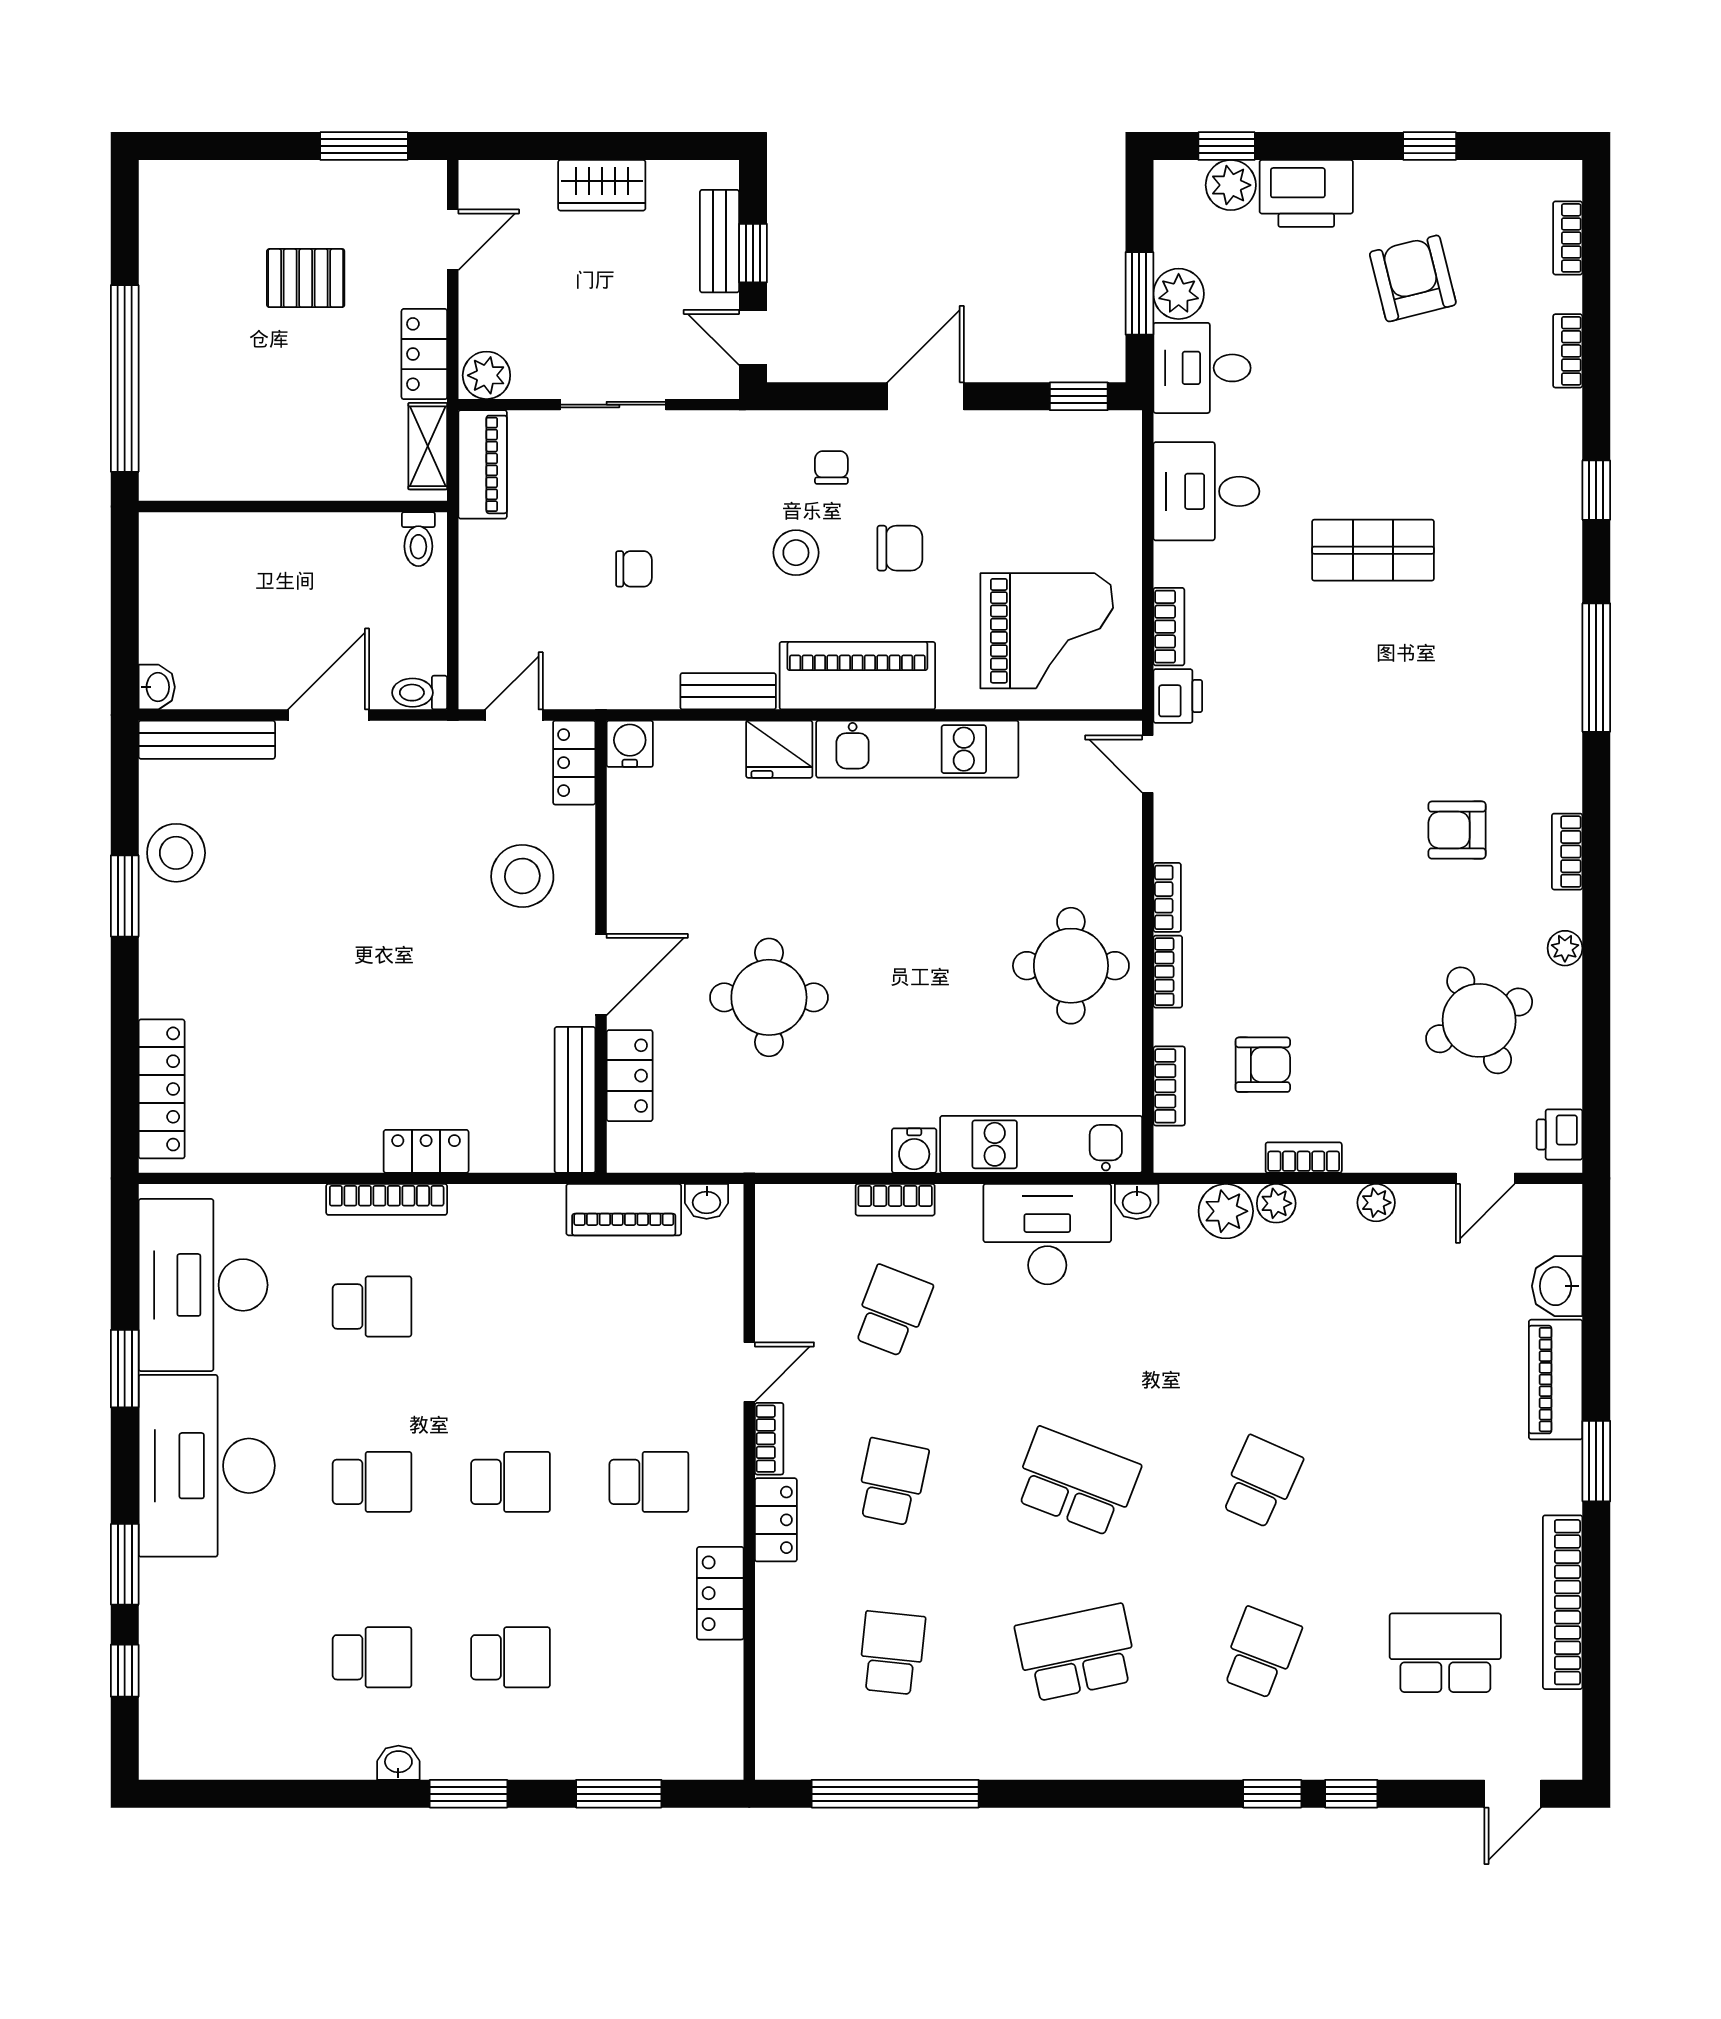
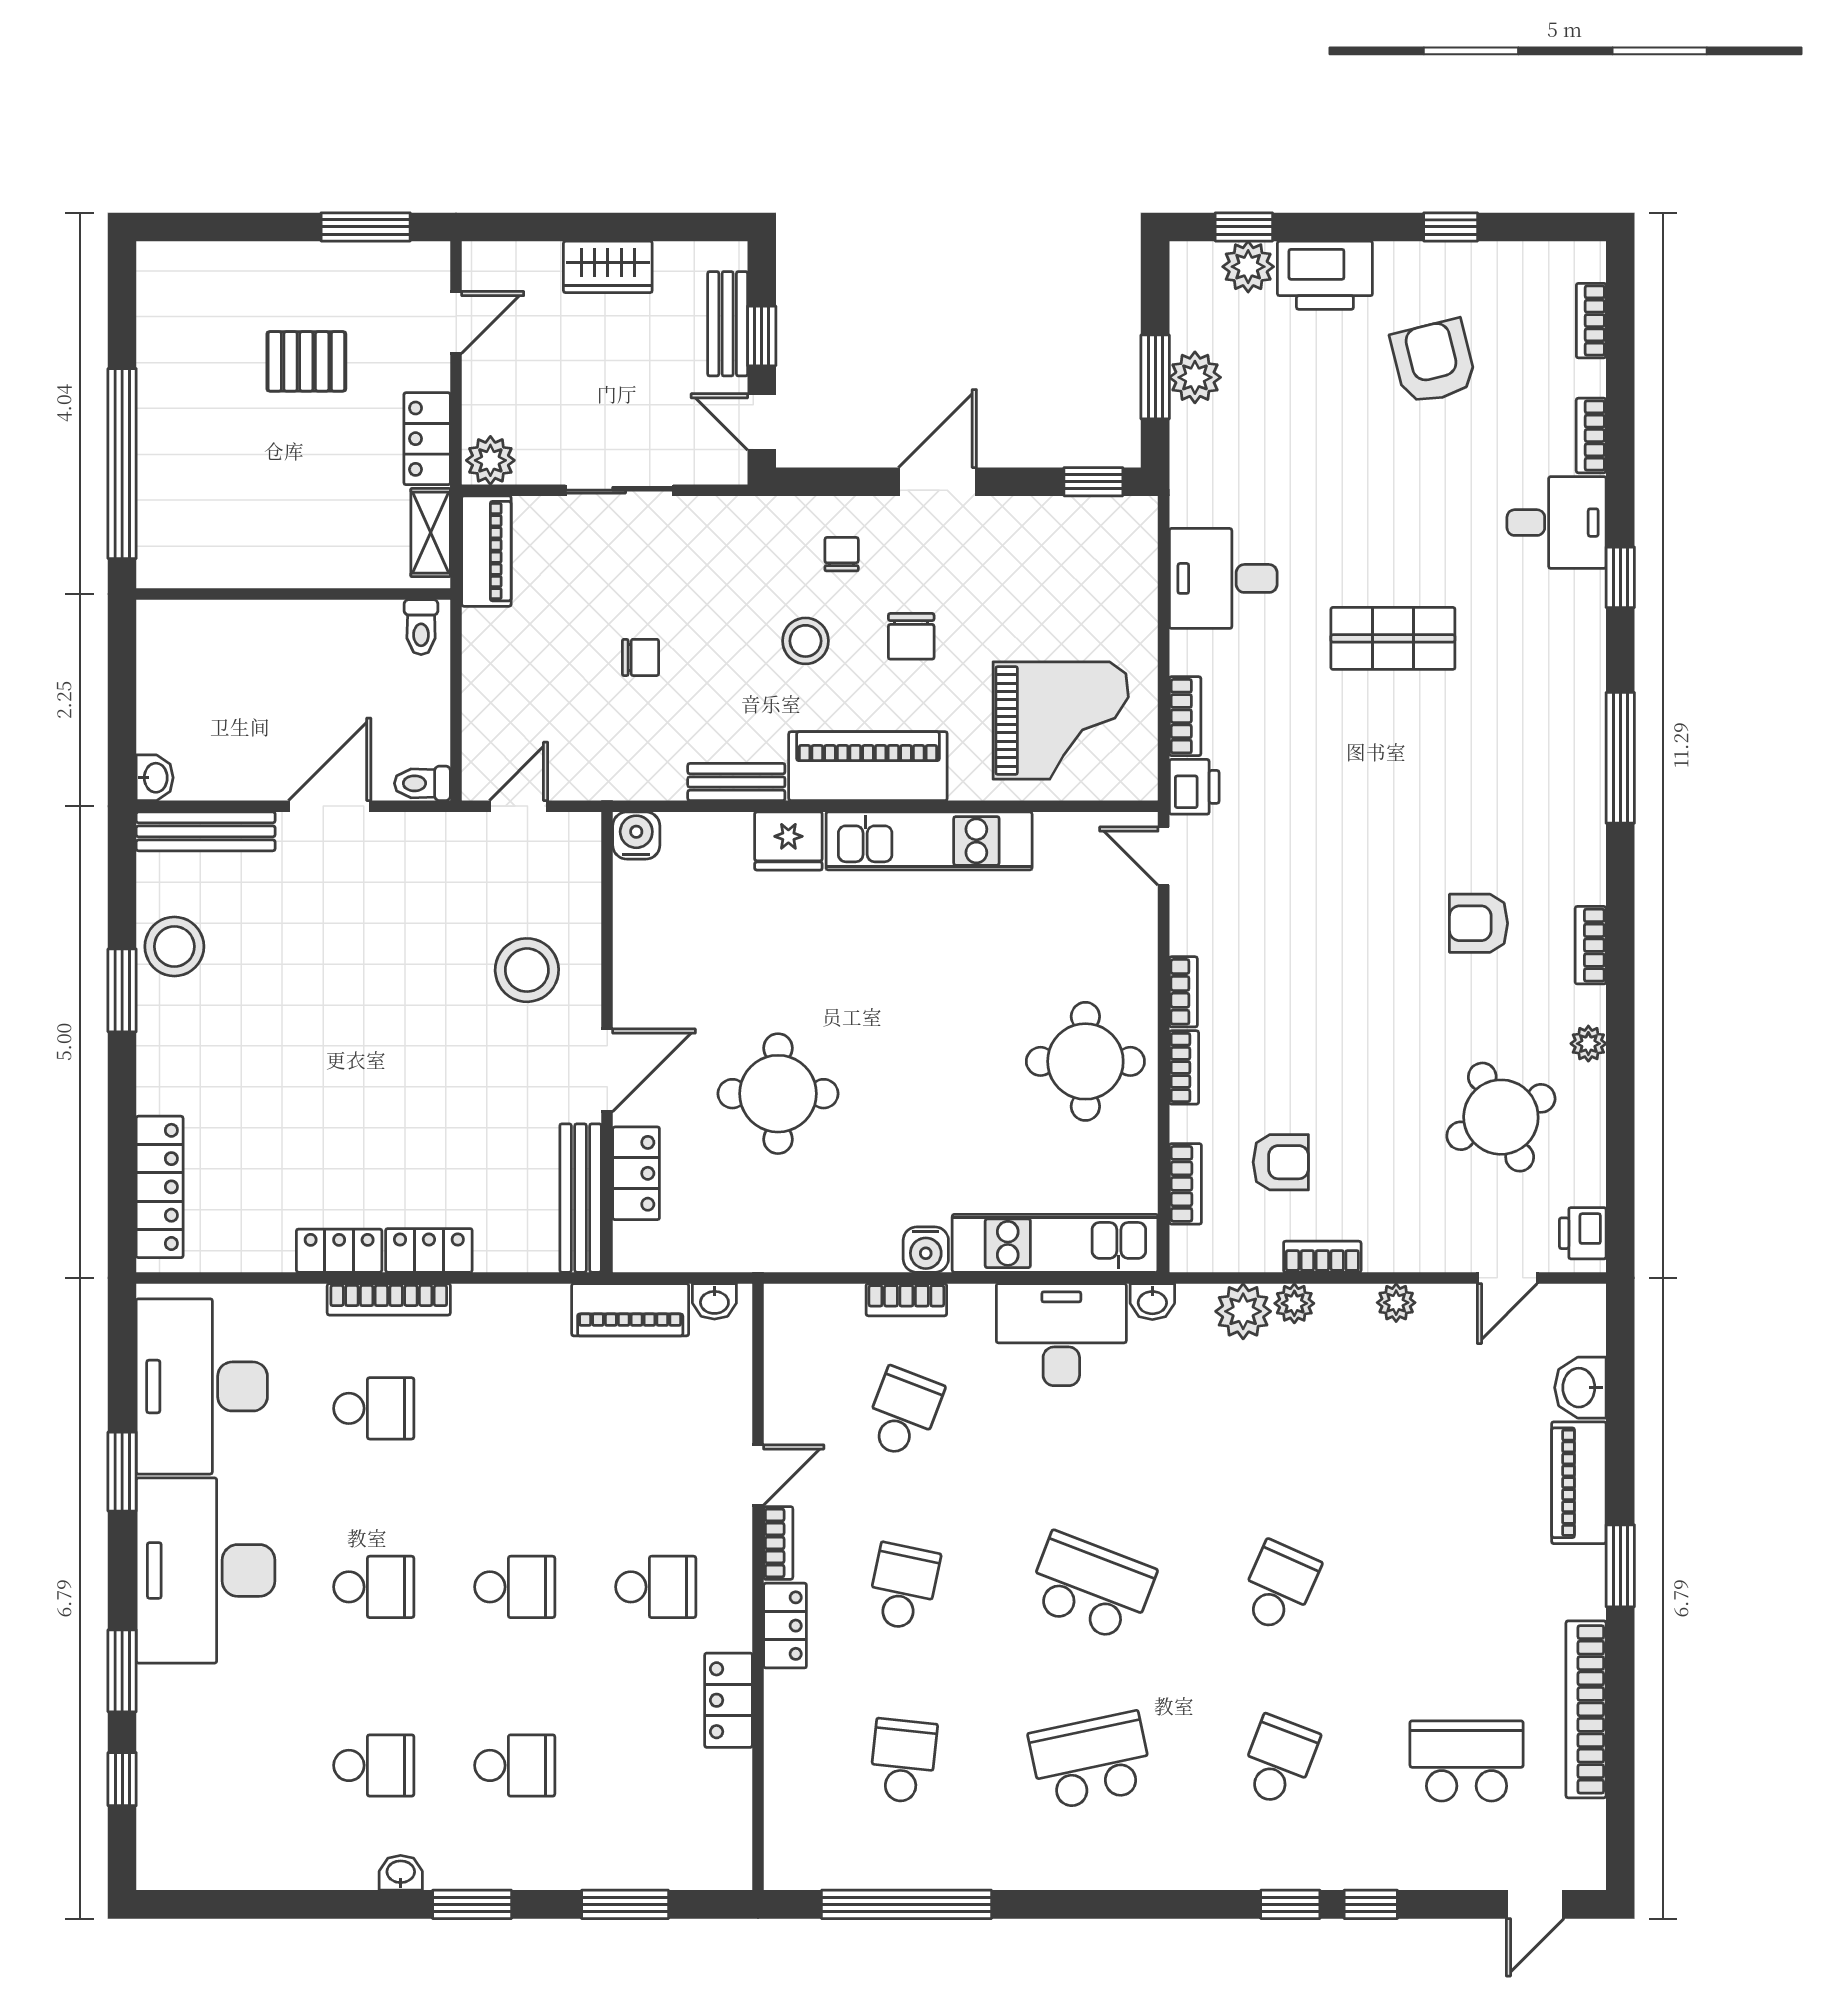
desk: (1202, 368) -> (1557, 523), moved, turned 180
chair: (900, 548) -> (911, 636), turned 90
locker: (574, 763) -> (339, 1251), moved, turned 90

